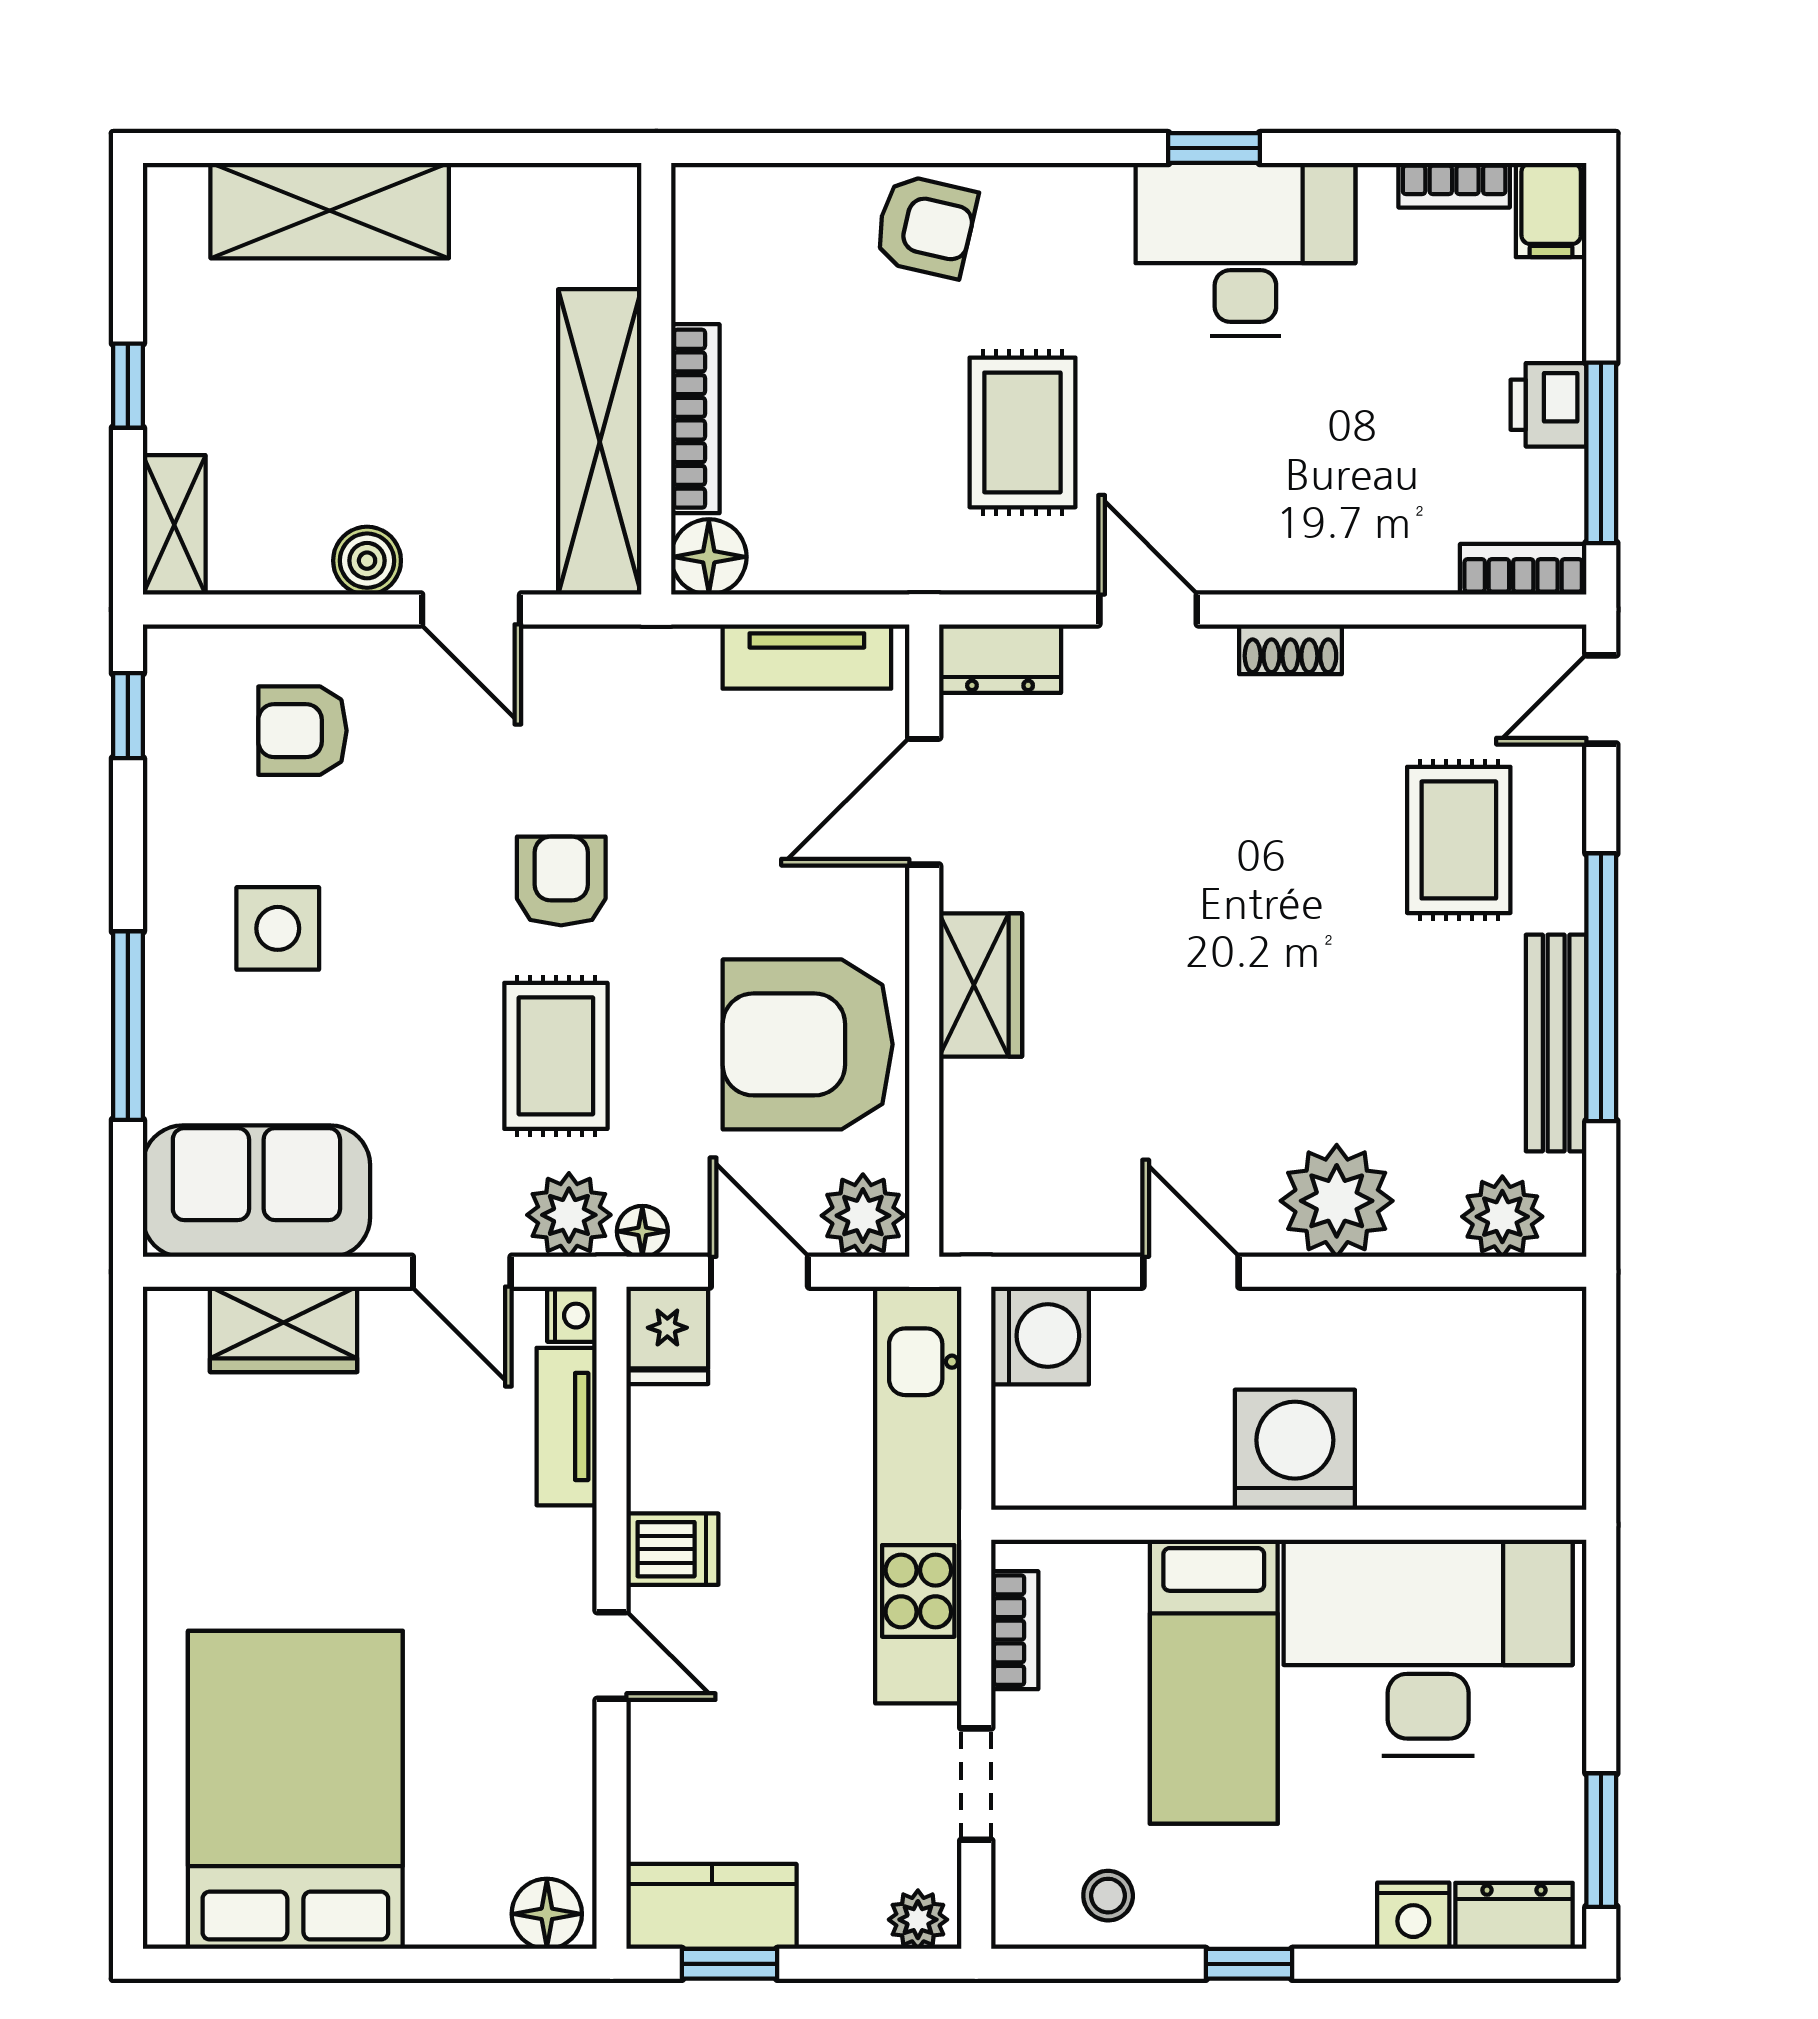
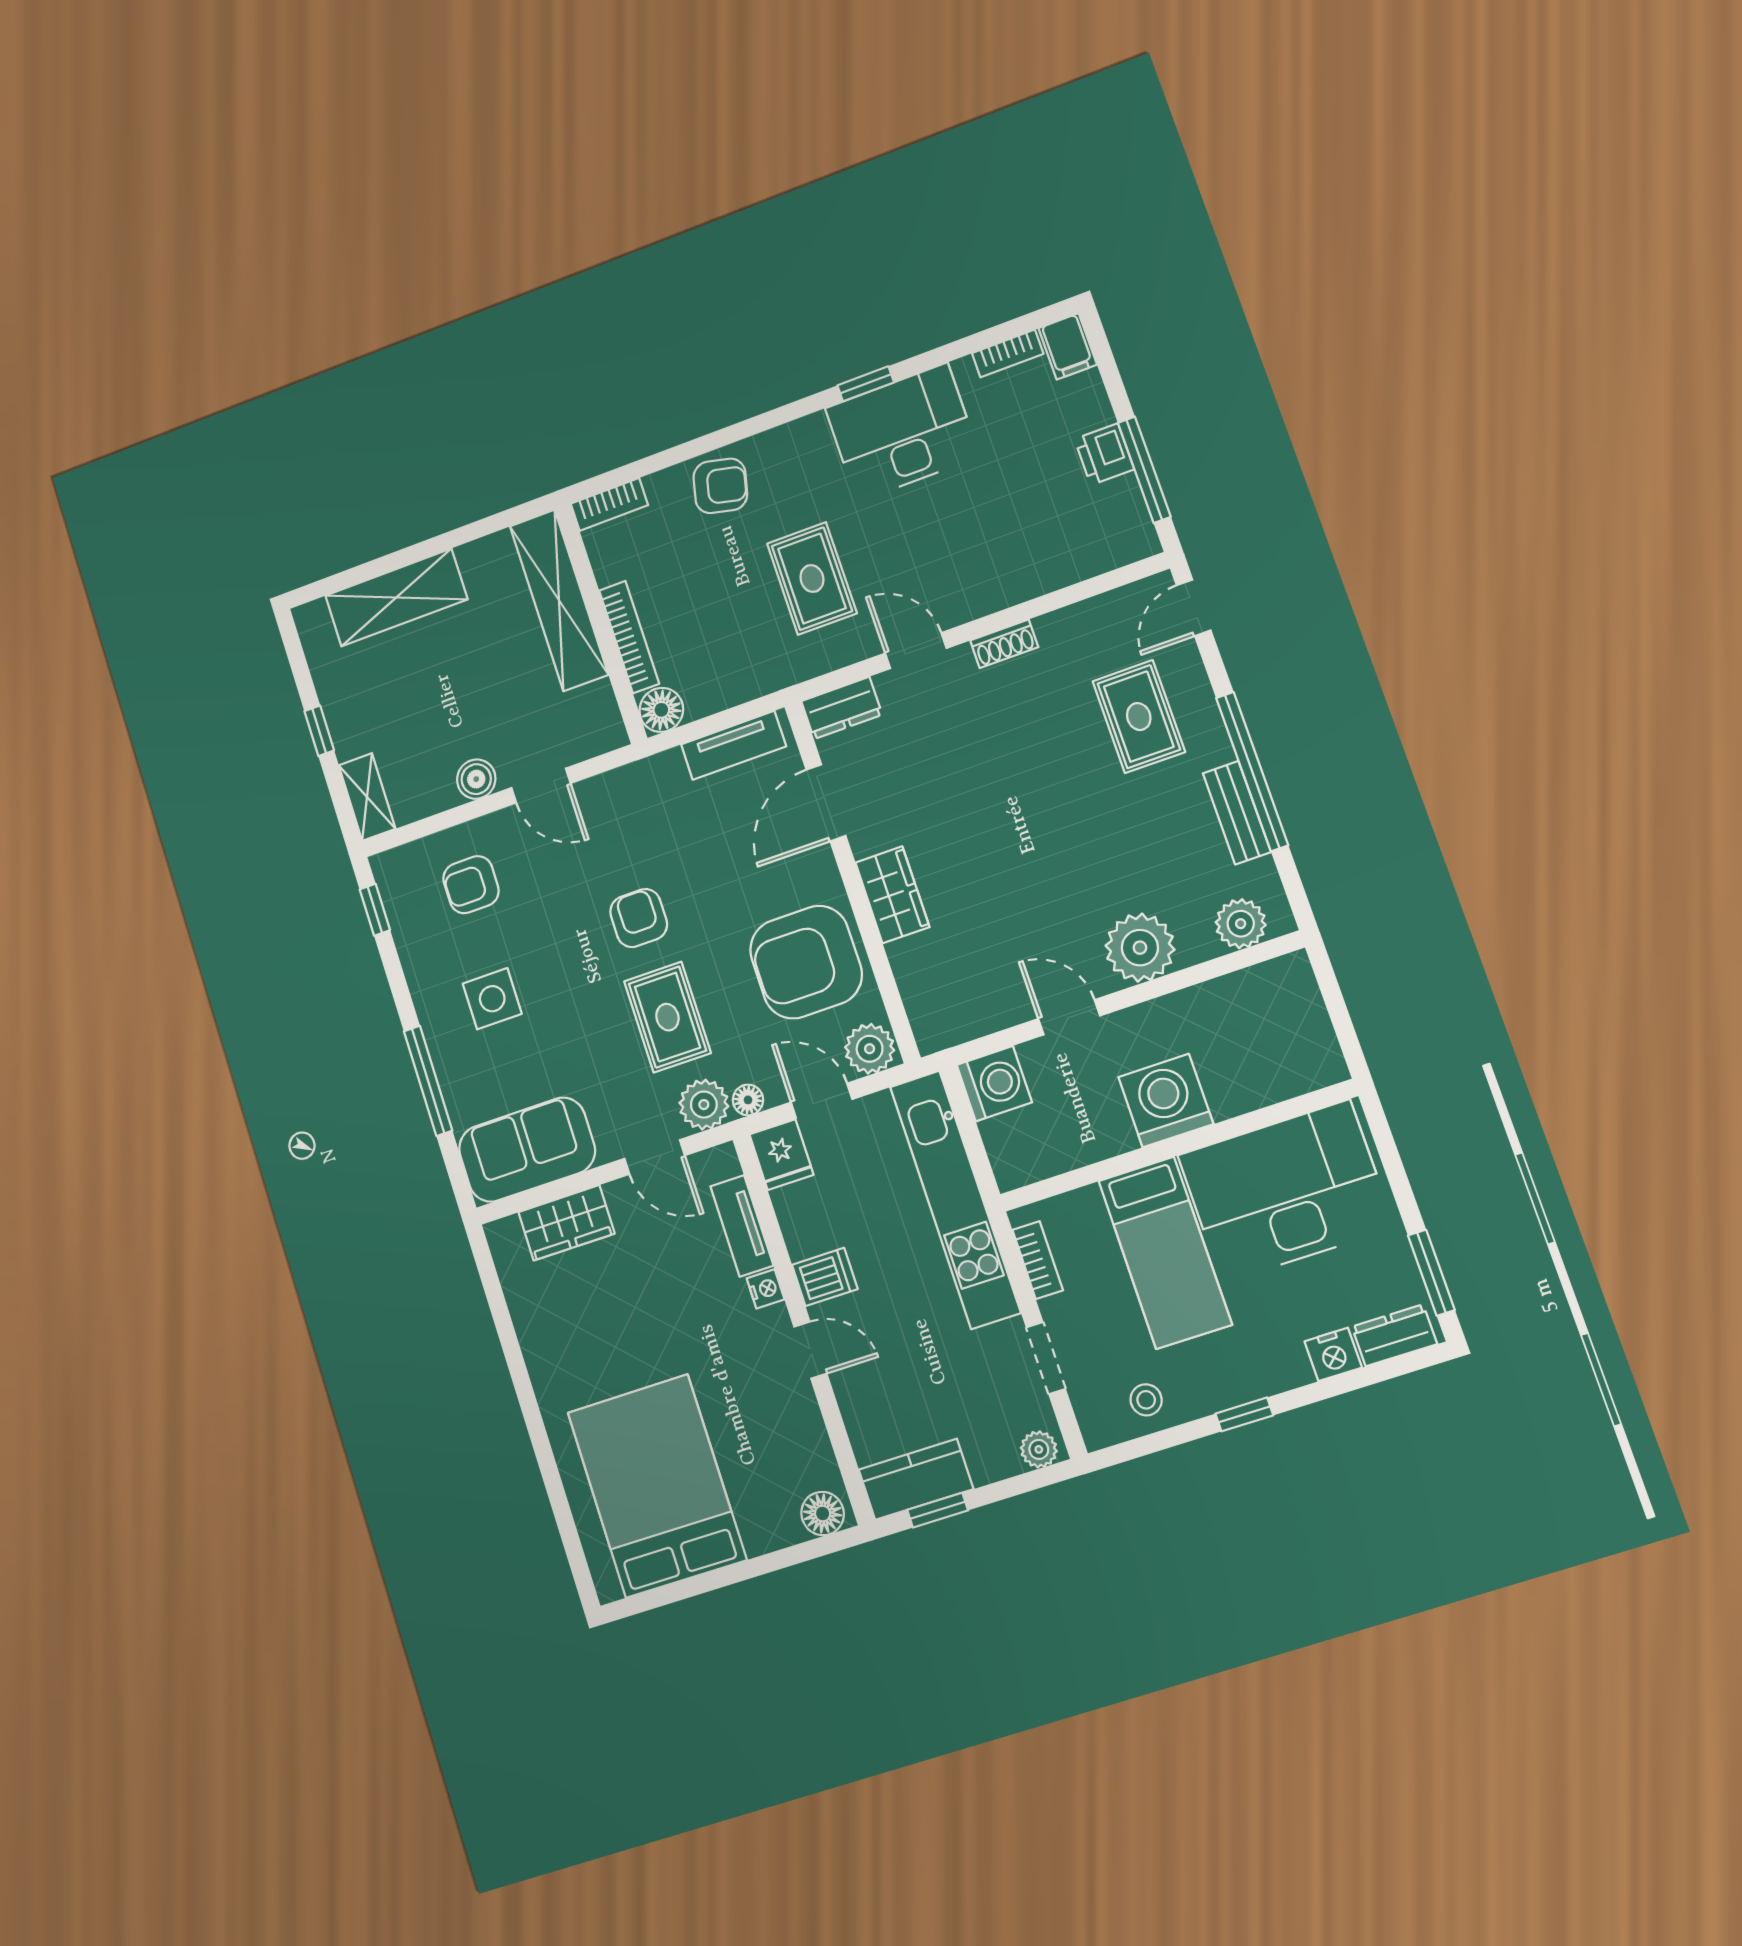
shelving: (600, 442) -> (559, 600), moved
bookcase: (1523, 569) -> (609, 504), moved, turned 180
bench: (1556, 1043) -> (1237, 813), width x0.73
nightstand: (572, 1316) -> (766, 1289), moved

